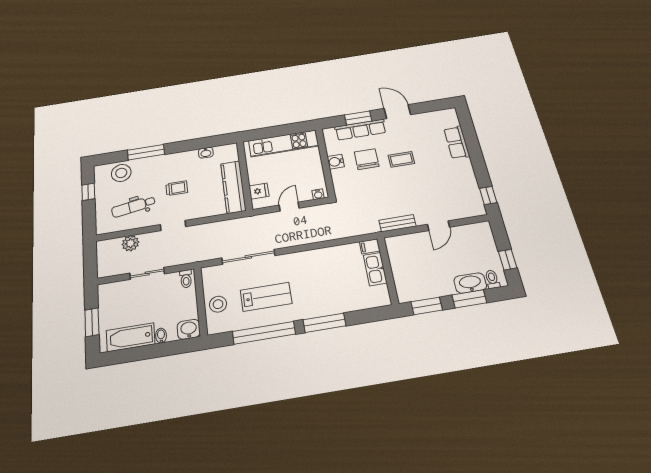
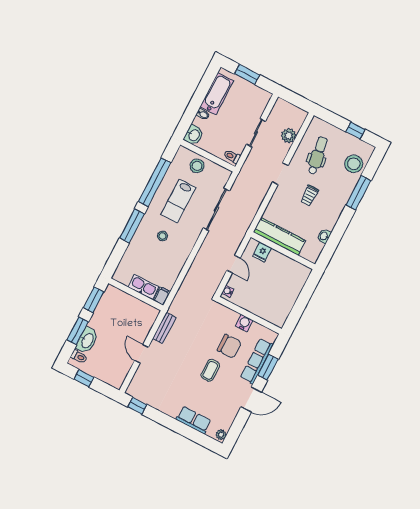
plant: (449, 113) -> (221, 435), added
kitchen unit: (284, 143) -> (288, 297), removed
stool: (312, 287) -> (163, 236), added

